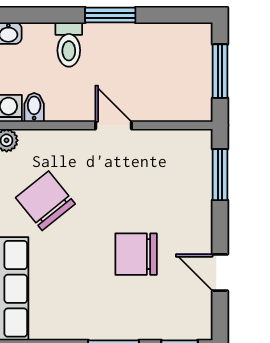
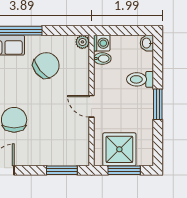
shower: (185, 79) -> (119, 149), added
door: (113, 125) -> (91, 106), swing flipped

